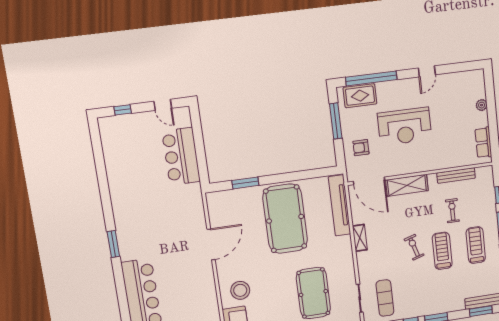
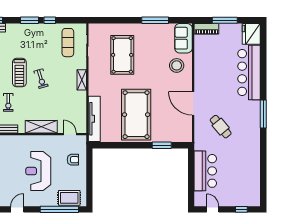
window: (336, 121) -> (89, 182), removed
reception desk: (405, 126) -> (38, 171), turned -90
door: (369, 181) -> (70, 134), width x0.53
cafe table: (169, 219) -> (221, 127), added
shelving: (360, 238) -> (82, 80), moved
window: (113, 244) -> (263, 114), width x1.44
door: (211, 244) -> (193, 103), hinge flipped

